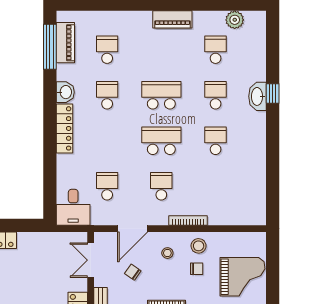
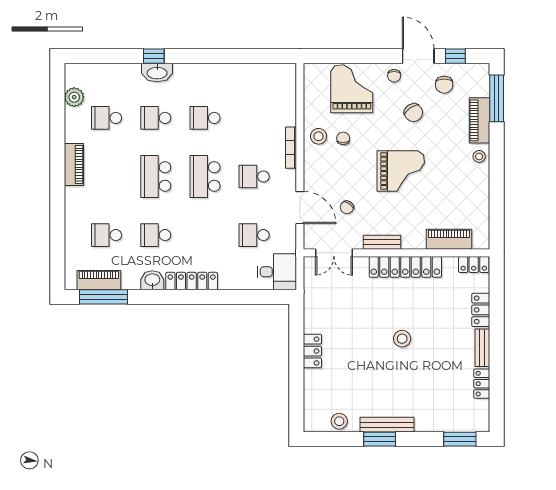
stool: (167, 253) -> (326, 170), removed

